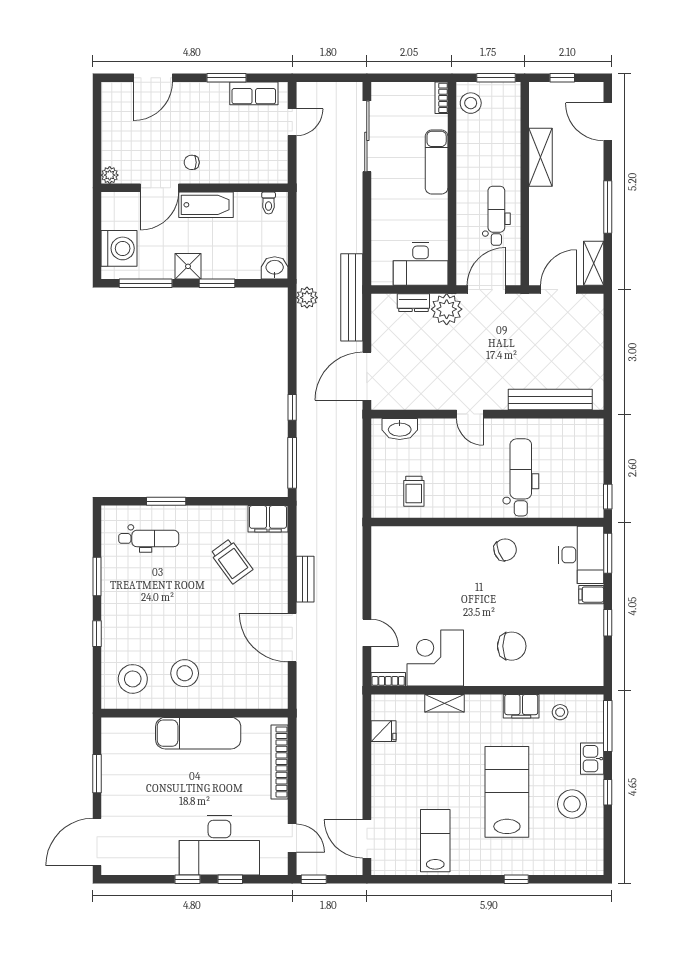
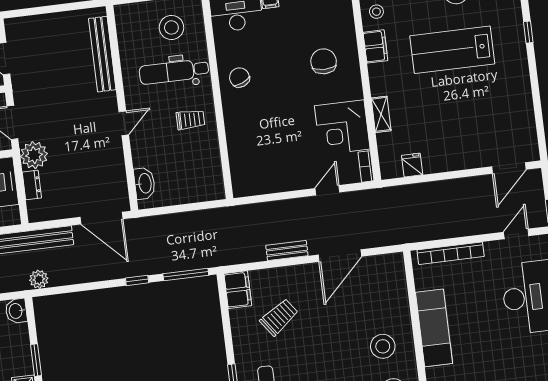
stool: (570, 481) -> (171, 27), added
trolley: (414, 491) -> (190, 120), moved
lab bench: (435, 841) -> (503, 108), removed

